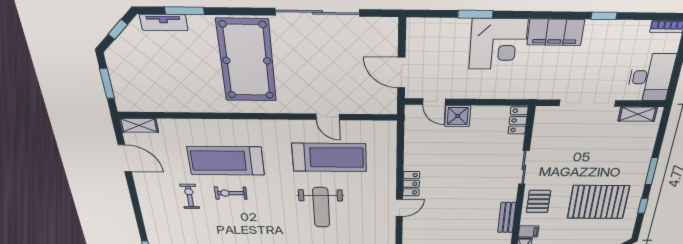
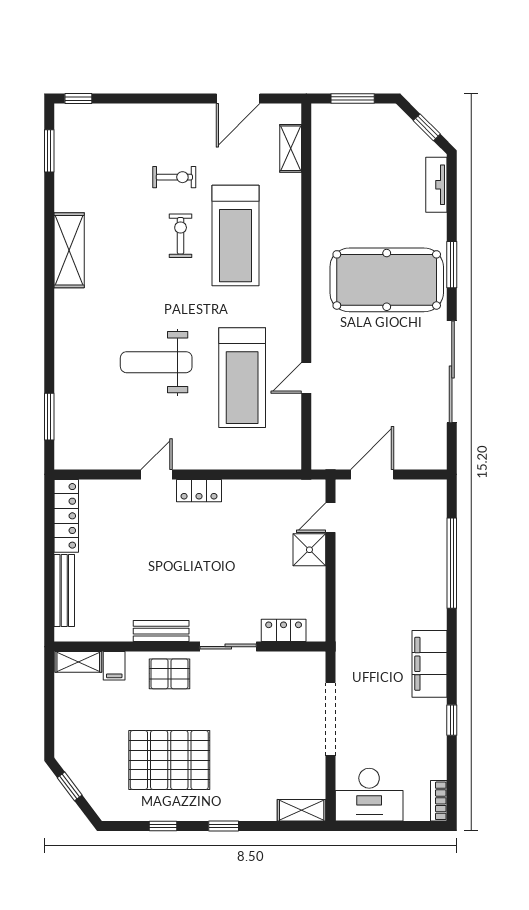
window: (184, 11) -> (452, 265), moved
window: (475, 14) -> (452, 563), width x2.11
corner desk: (498, 44) -> (413, 594), removed
shelving: (638, 114) -> (302, 810), moved, turned 90
locker: (518, 120) -> (284, 630), moved
shelving: (139, 125) -> (291, 148), moved
treadmill: (226, 161) -> (235, 236), turned 180
window: (652, 171) -> (224, 826), width x0.67
pallet: (598, 202) -> (169, 760), turned 90
door: (399, 208) -> (157, 474), swing flipped
bench: (507, 217) -> (161, 631), moved

